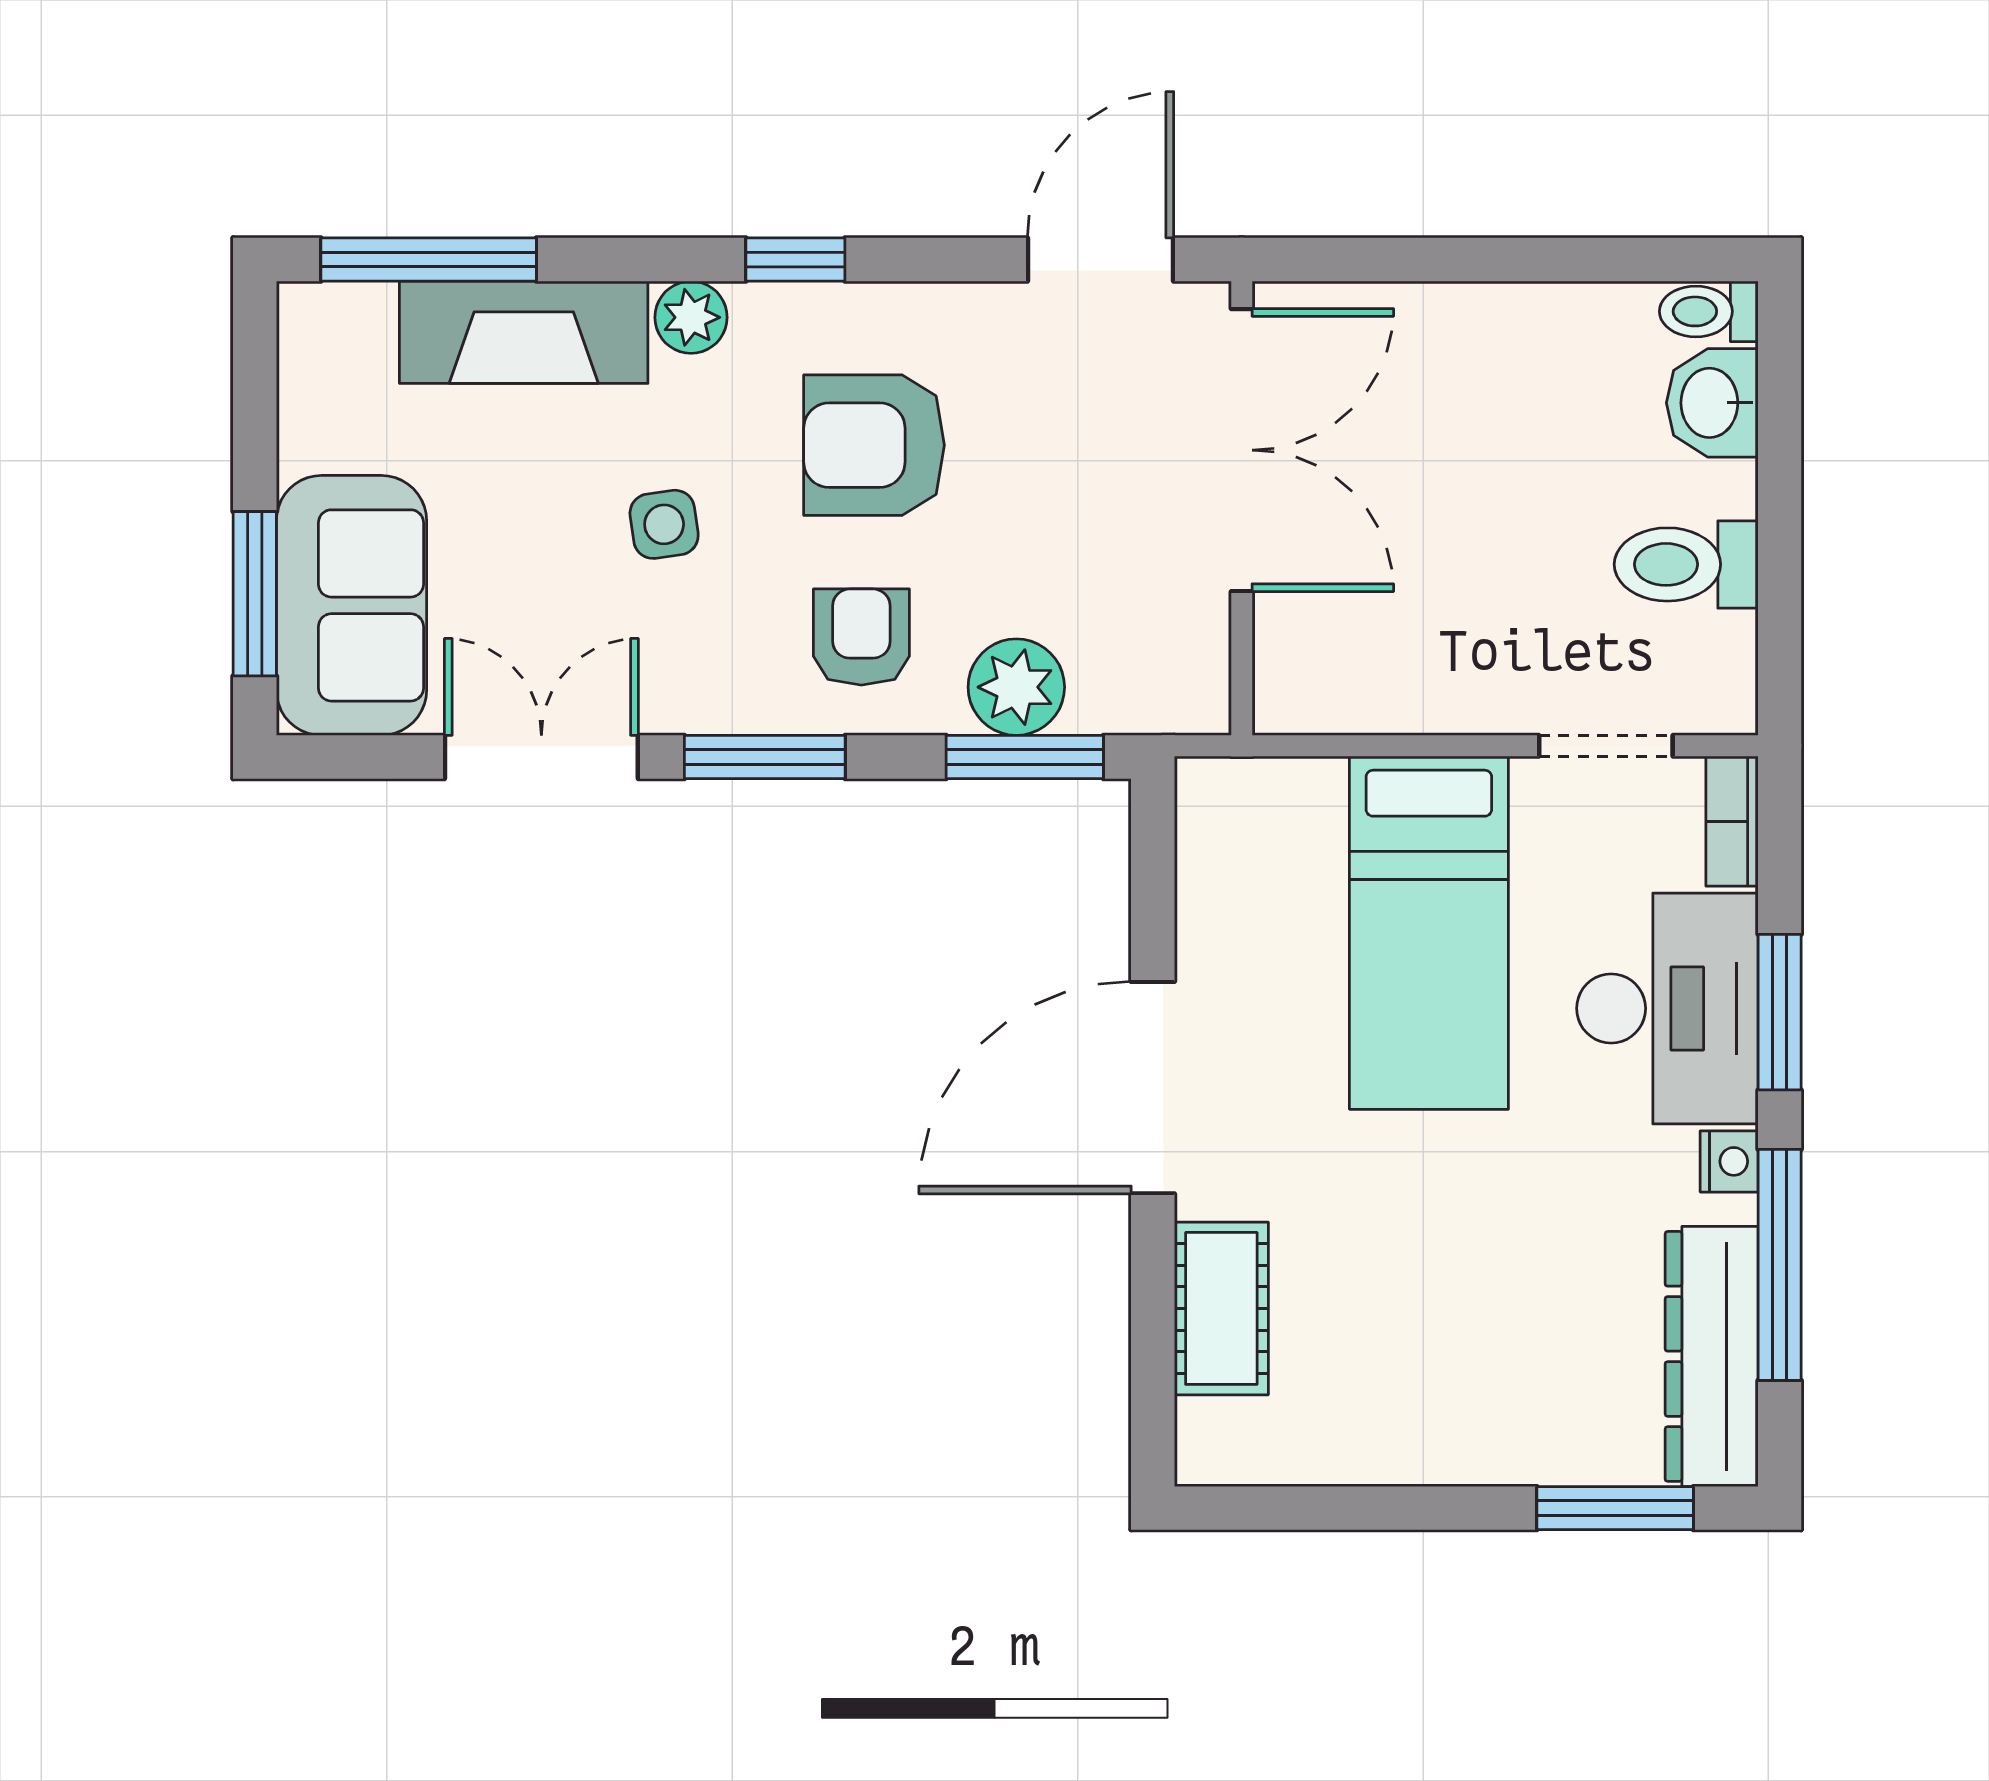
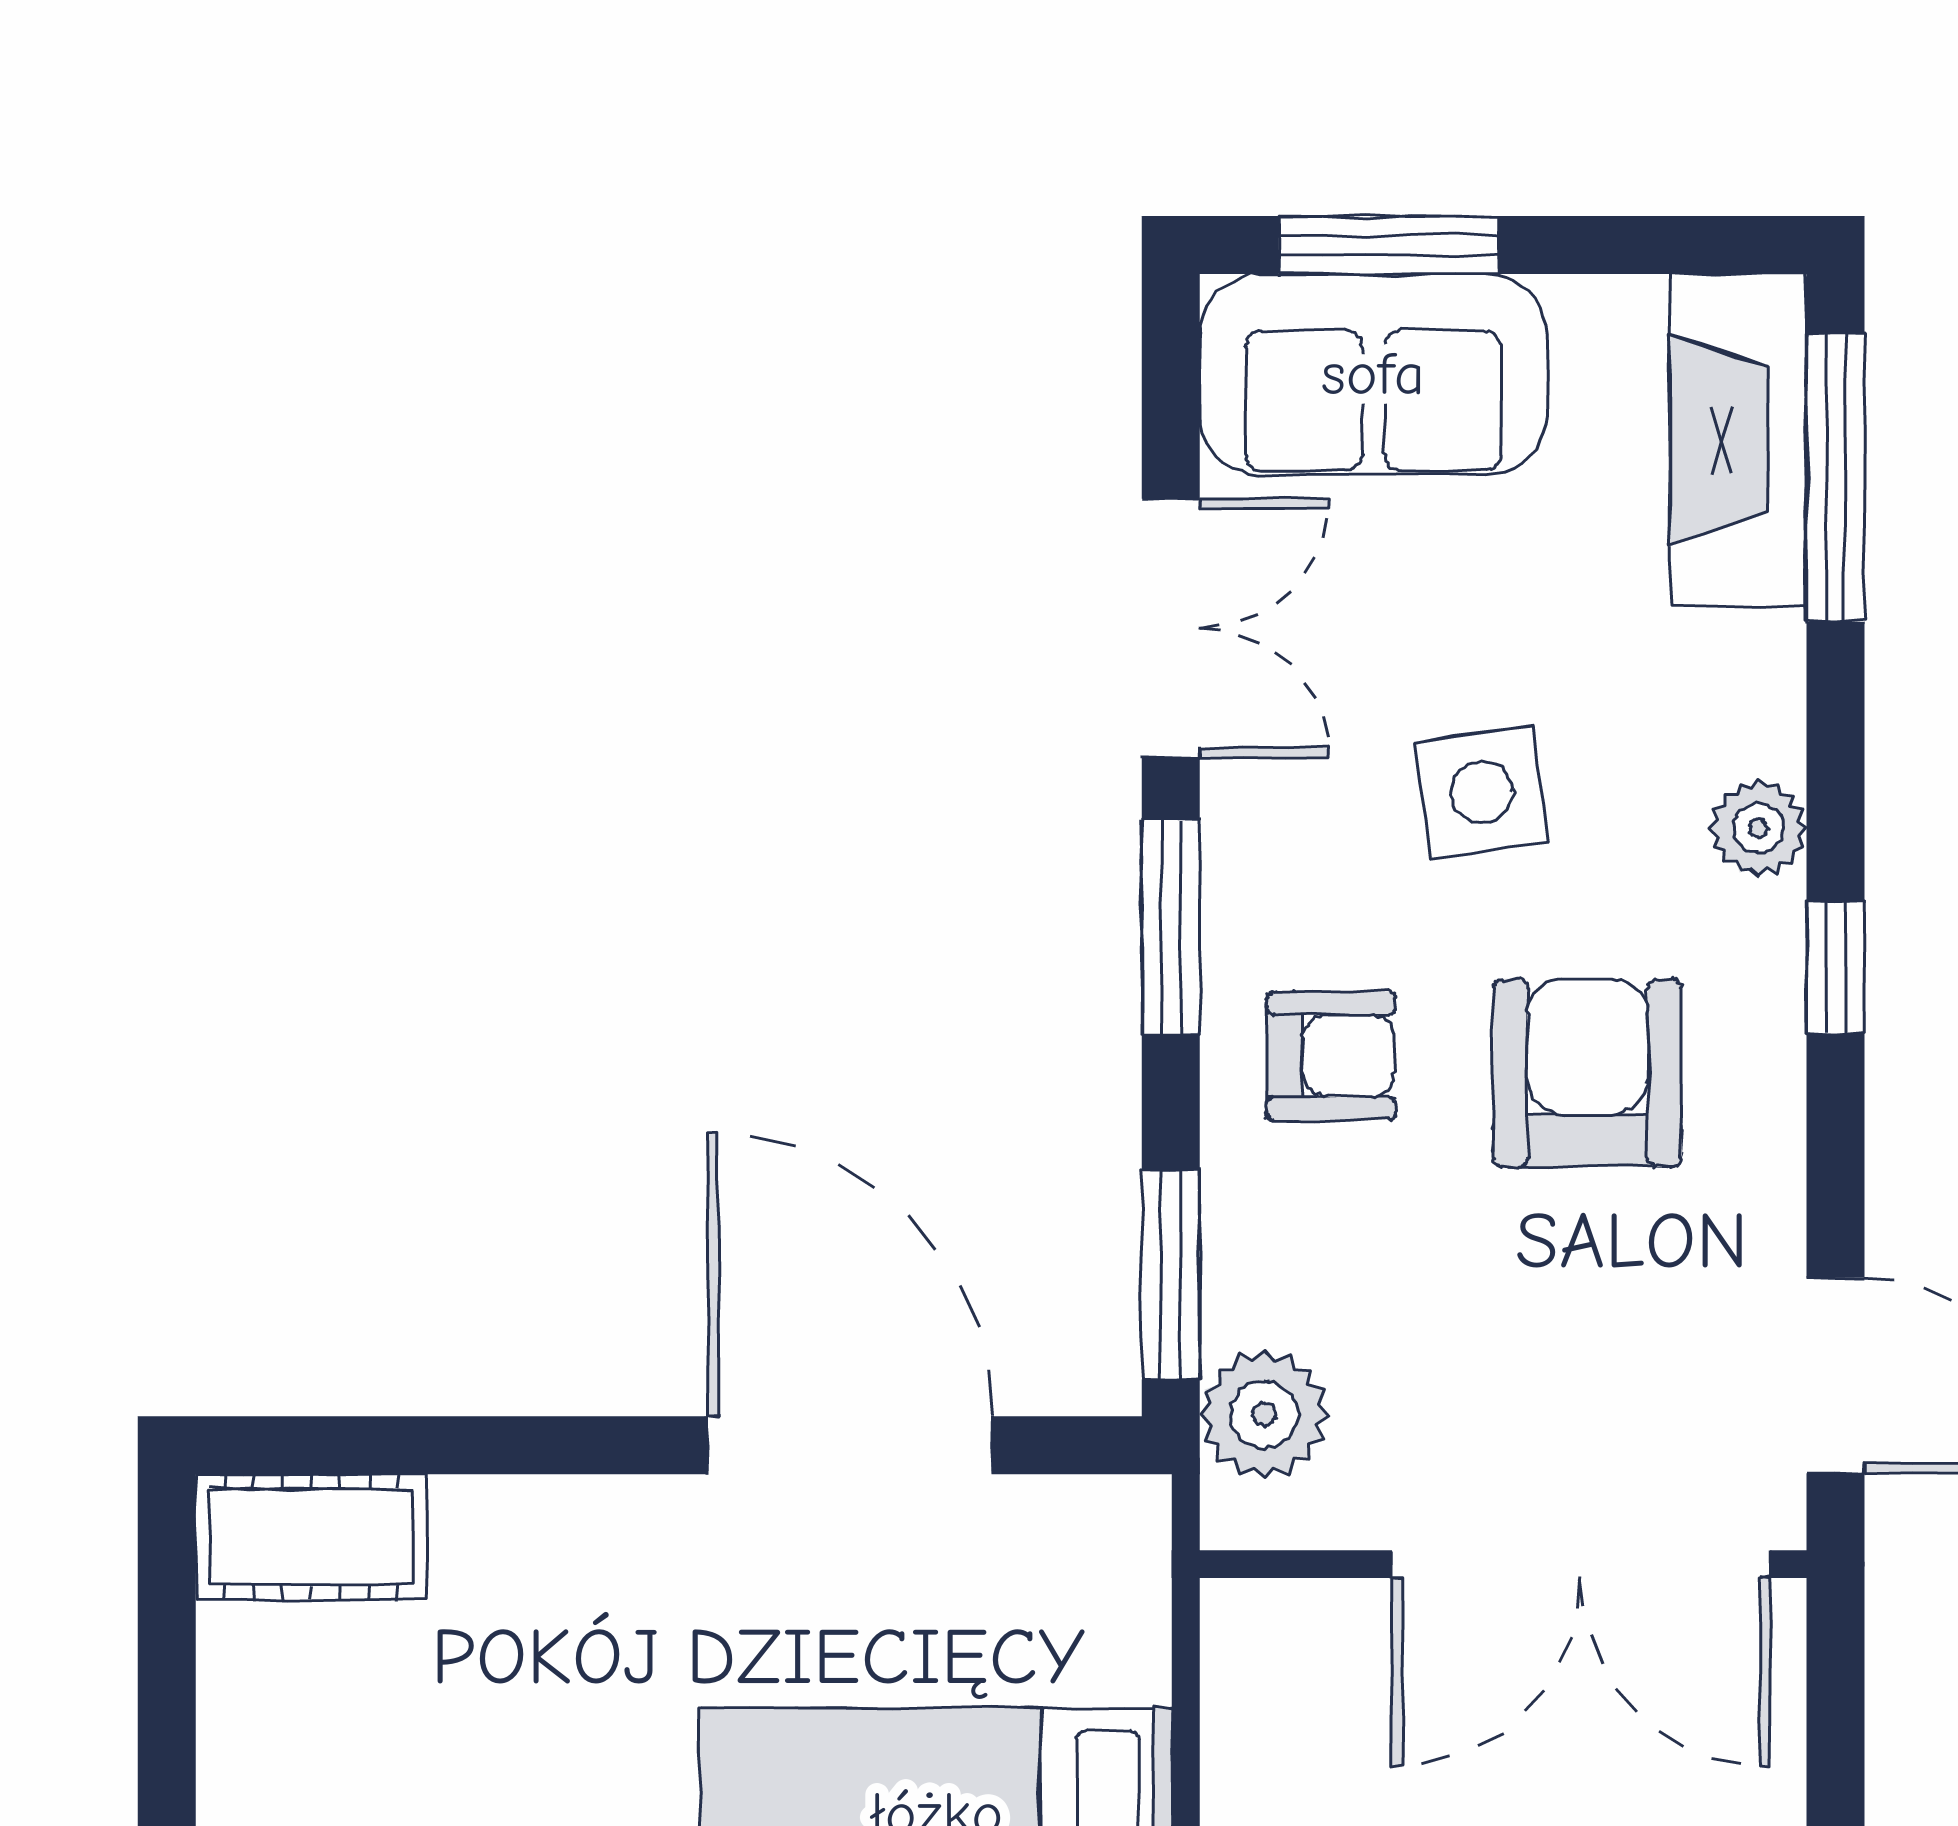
fireplace: (524, 332) -> (1738, 440), moved
side table: (664, 524) -> (1482, 792), width x1.37, depth x1.37
plant: (1016, 687) -> (1264, 1414), moved
door: (1153, 1088) -> (850, 1445), moved
cot: (1221, 1308) -> (311, 1537), moved

